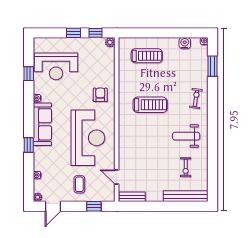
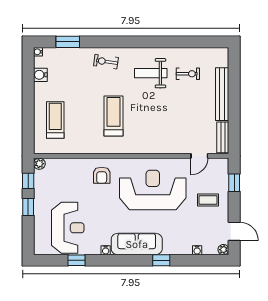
armchair: (100, 95) -> (102, 175), turned -90
weight bench: (186, 136) -> (151, 73), turned 90
bench: (186, 196) -> (222, 94), moved

